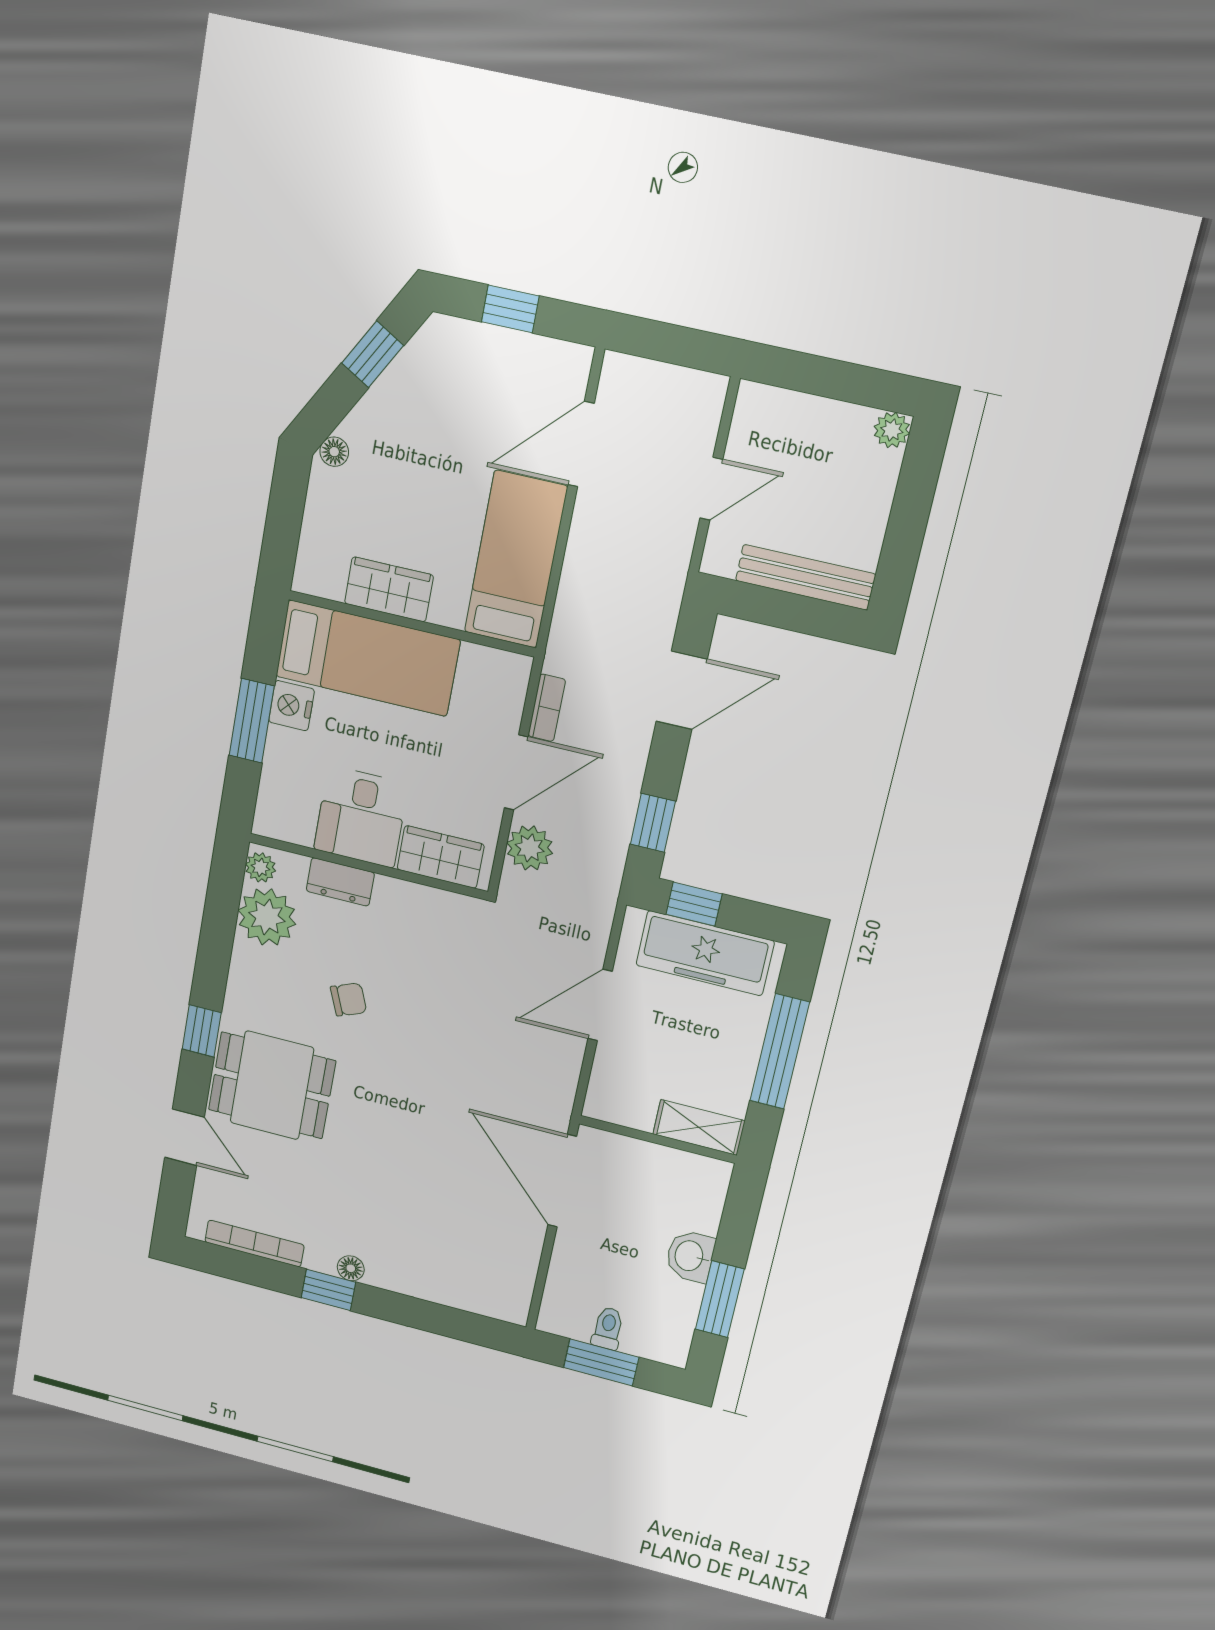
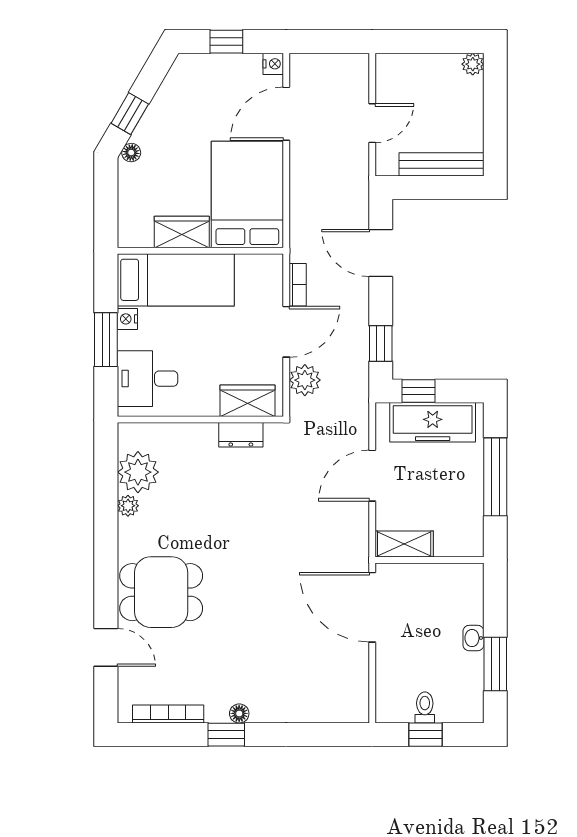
window: (373, 354) -> (130, 114), moved
nightstand: (576, 360) -> (273, 64), added
bed: (516, 560) -> (247, 194), width x1.50
door: (682, 690) -> (381, 253), swing flipped
nightstand: (292, 706) -> (127, 319), width x0.72, depth x0.74
desk: (361, 817) -> (147, 379), moved, turned 90
plant: (260, 867) -> (128, 506), moved
dresser: (340, 882) -> (241, 435), moved
chair: (349, 1000) -> (203, 516), removed
window: (202, 1031) -> (106, 565), removed
shelving: (699, 1127) -> (404, 544), moved
washbasin: (690, 1256) -> (473, 638), width x0.72, depth x0.69
window: (601, 1362) -> (426, 735), width x0.67

